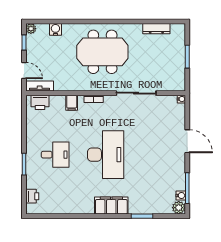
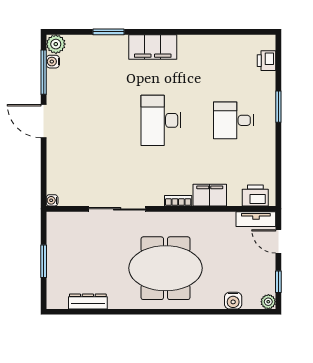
filing cabinet: (72, 103) -> (210, 195), width x2.00
door: (187, 141) -> (44, 121), moved
desk: (106, 155) -> (161, 120), width x0.73, depth x0.77

